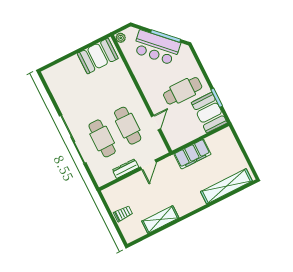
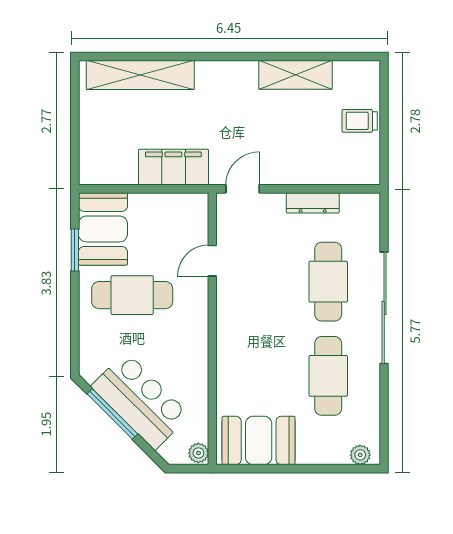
plant: (51, 72) -> (360, 455), added
cafe table: (128, 126) -> (328, 376), moved
door: (148, 165) -> (243, 189), moved

